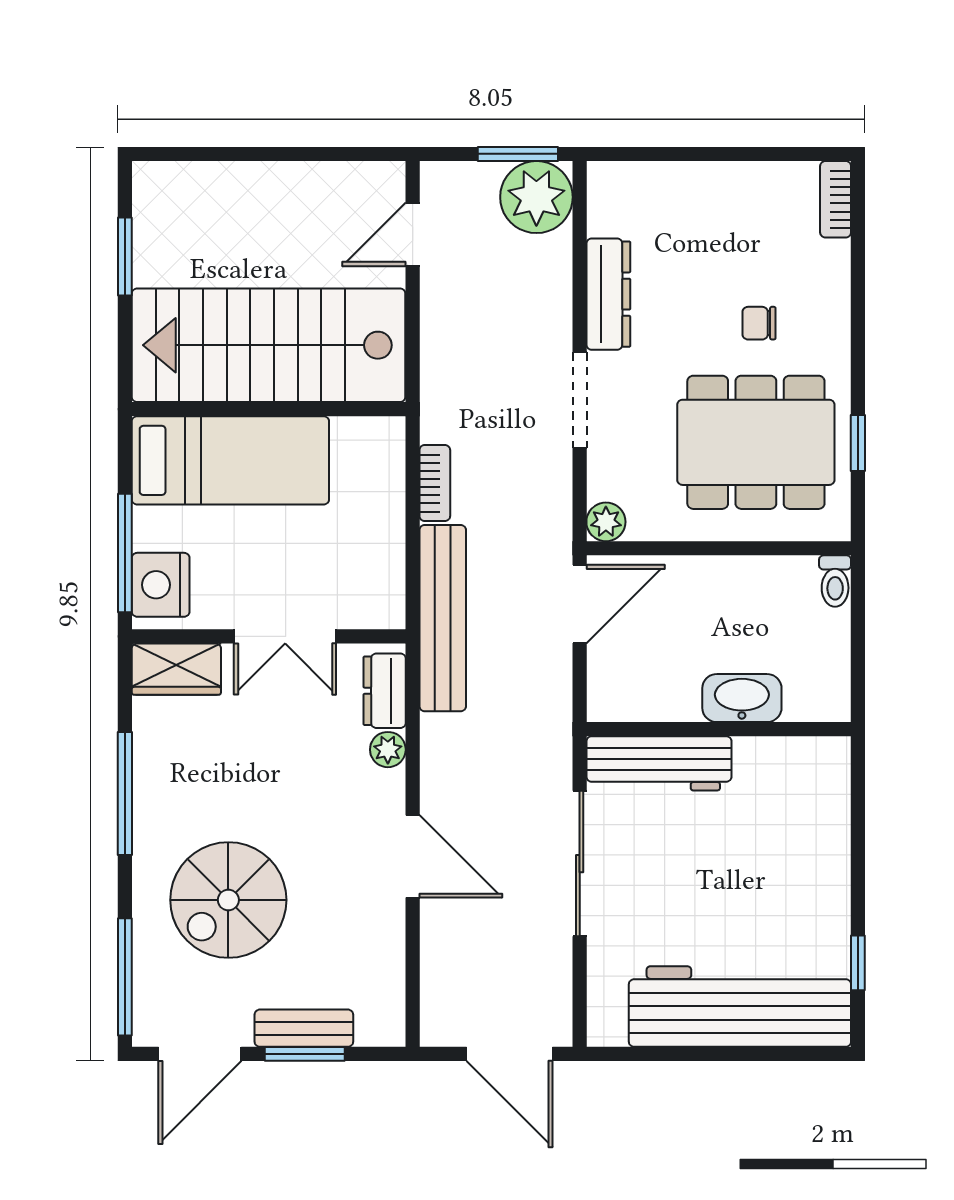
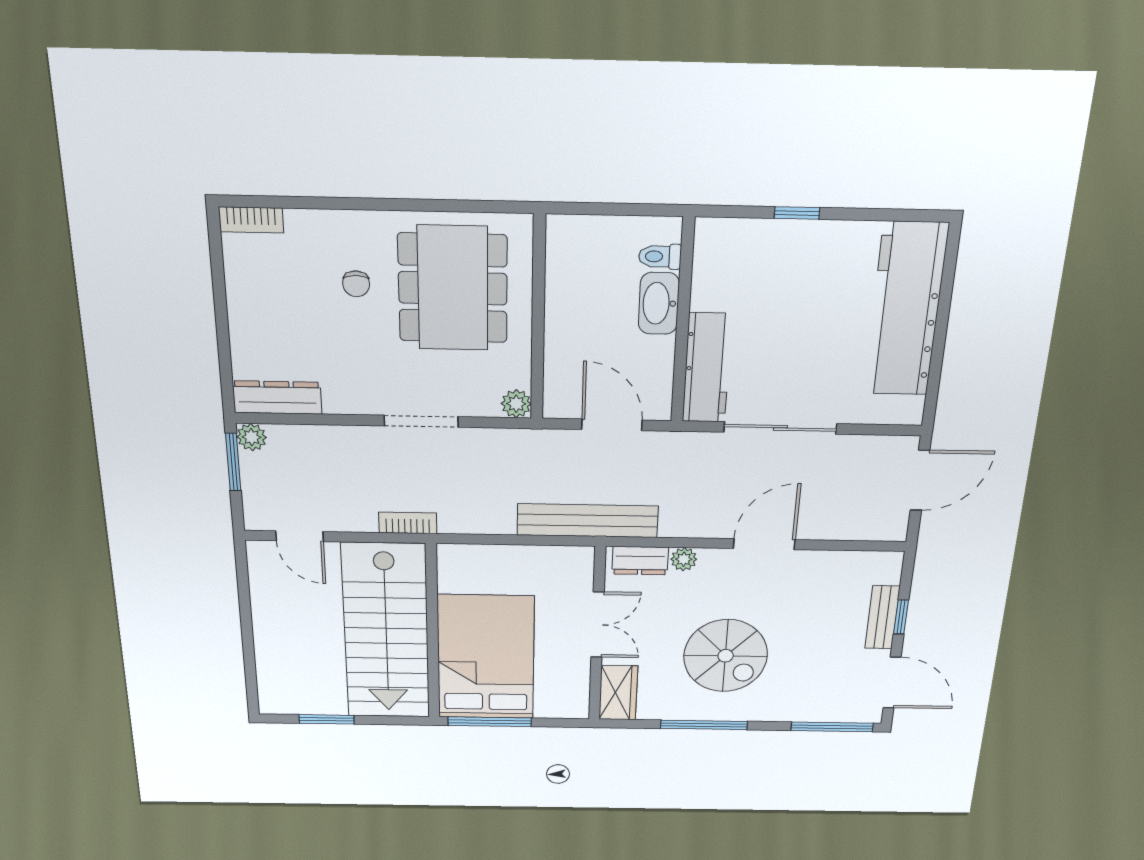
plant: (536, 197) -> (252, 437), width x0.53, depth x0.53
dresser: (608, 294) -> (277, 397), moved
window: (858, 443) -> (453, 206), removed
bed: (230, 460) -> (486, 657), width x1.50
bookcase: (435, 483) -> (408, 523), moved
window: (125, 553) -> (490, 722), moved
toilet: (835, 581) -> (660, 257), moved, turned 180
nightstand: (161, 585) -> (558, 701), removed
door: (580, 604) -> (612, 425), moved
spiral stairs: (228, 900) -> (726, 656), moved
window: (858, 963) -> (797, 213), moved
window: (305, 1054) -> (901, 617), width x0.67

